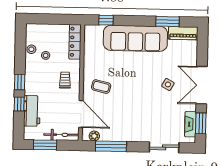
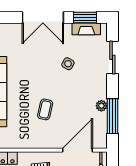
side table: (168, 84) -> (68, 64), moved
coffee table: (101, 87) -> (45, 109), moved
plant: (94, 136) -> (101, 106), moved

